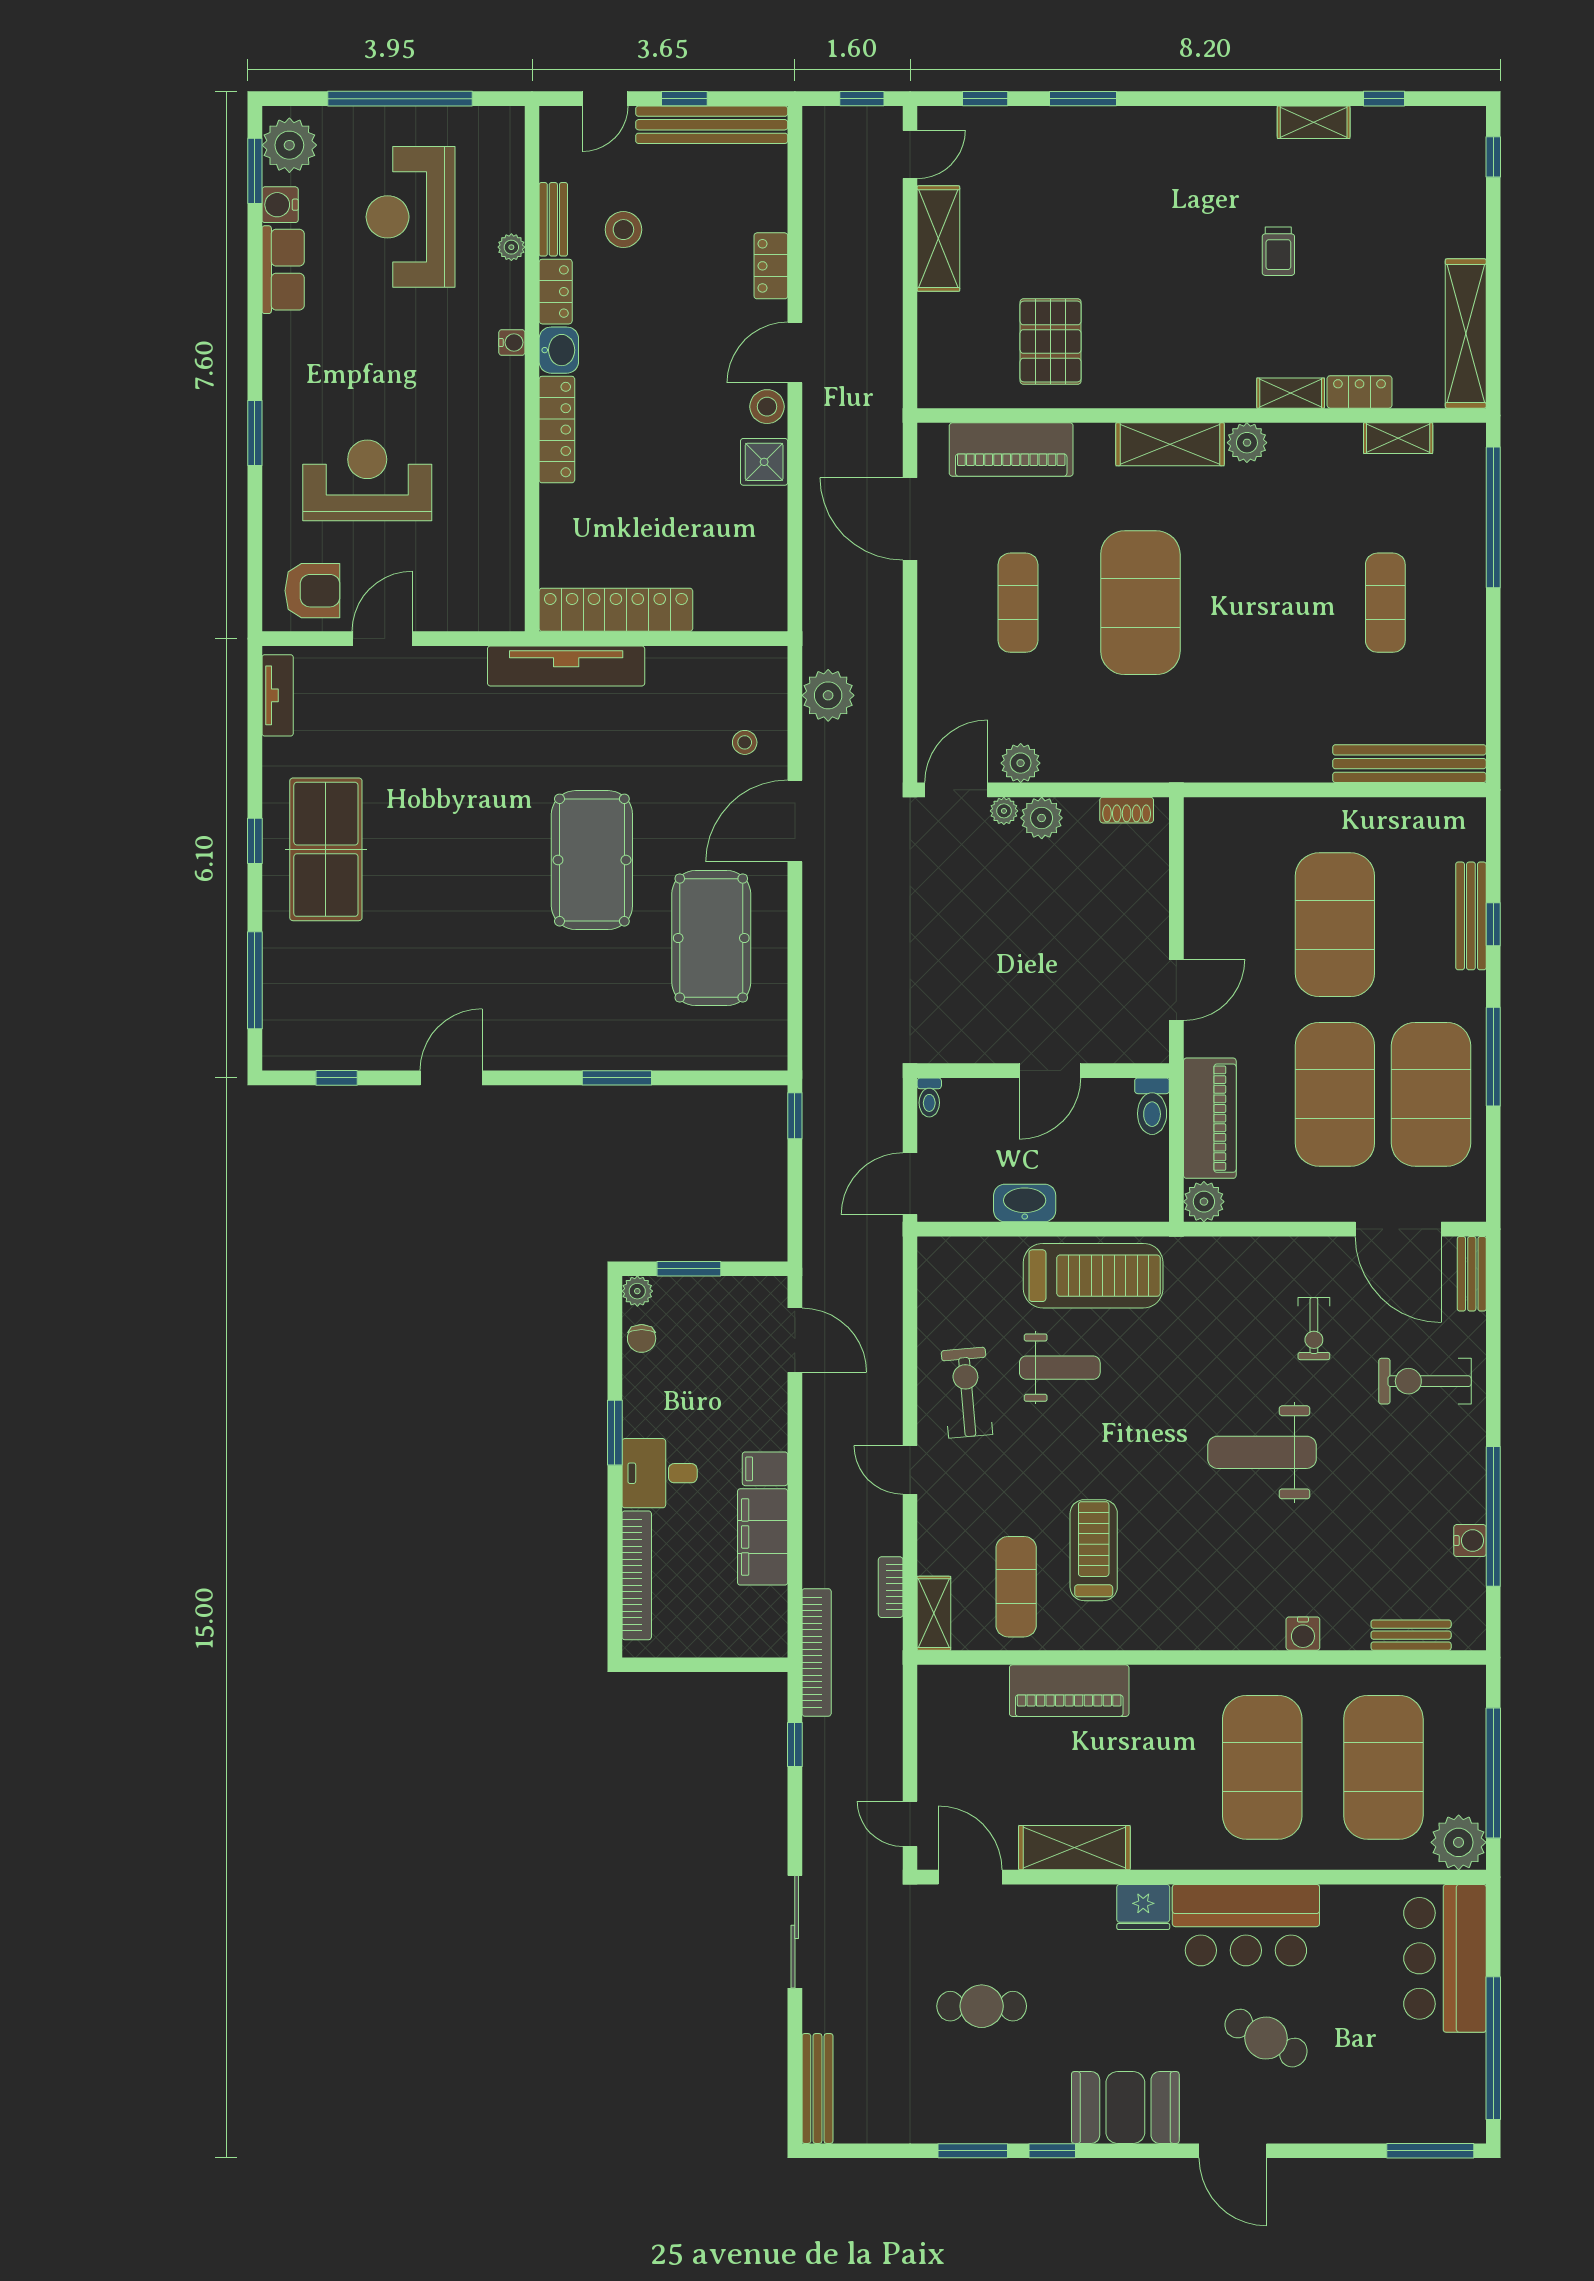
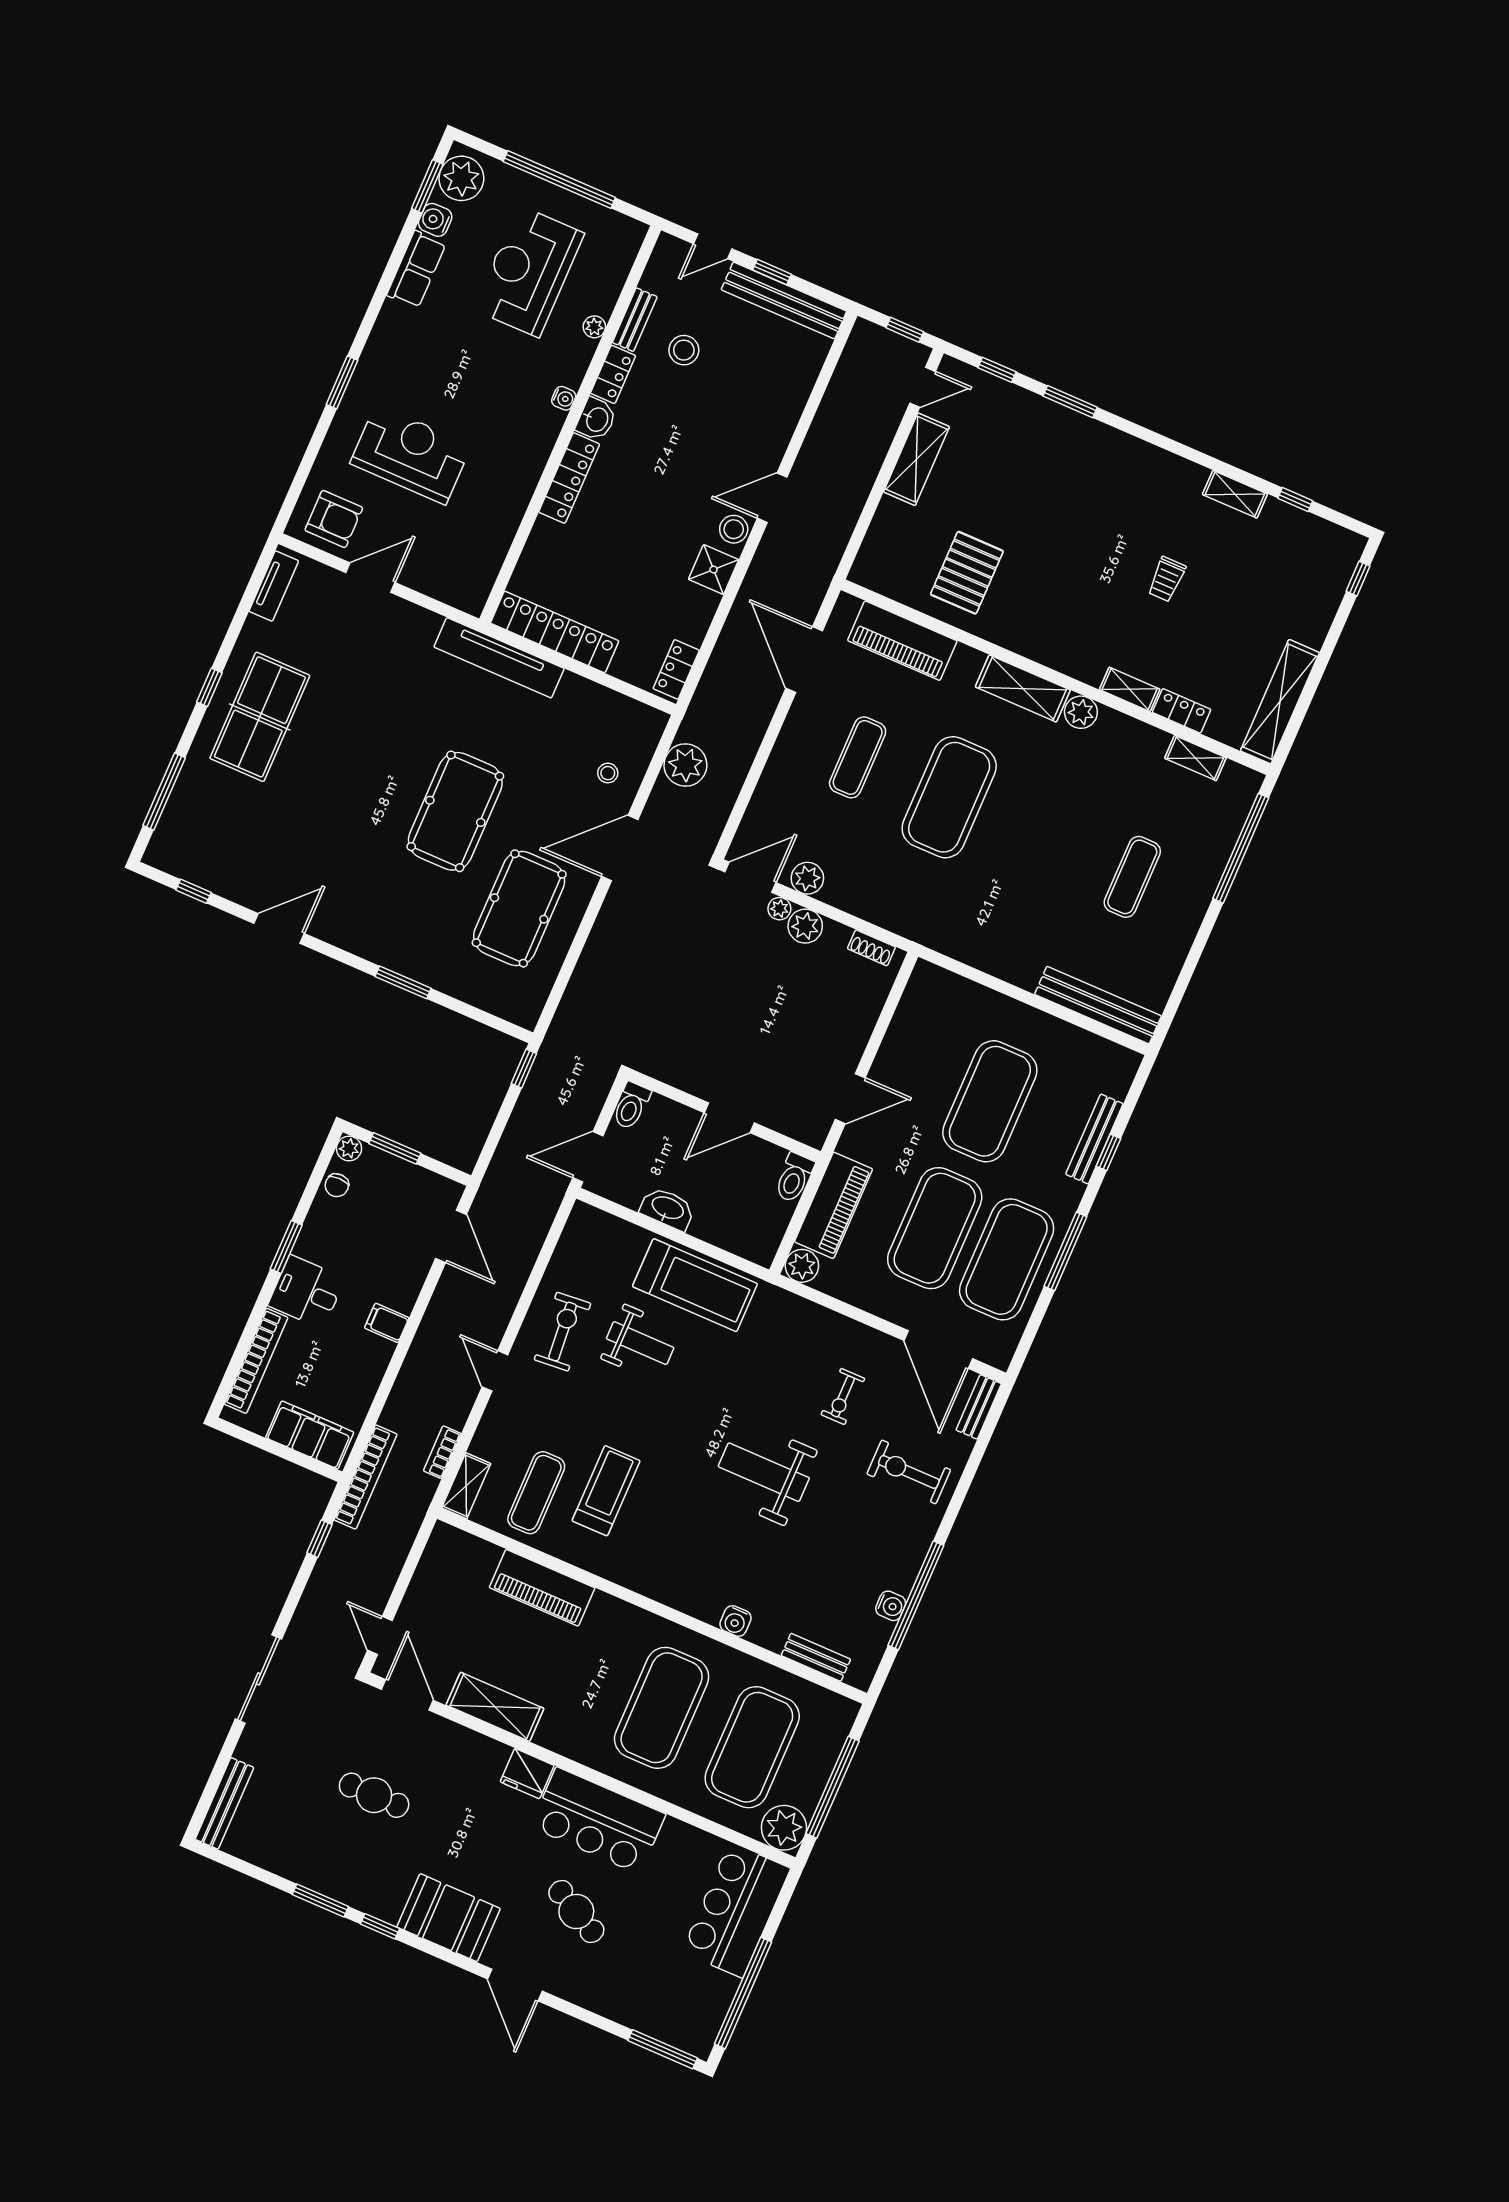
locker: (771, 266) -> (676, 669), moved
toilet: (929, 1097) -> (631, 1106), width x1.37, depth x1.39
filing cabinet: (763, 1537) -> (310, 1435), moved, turned 90

